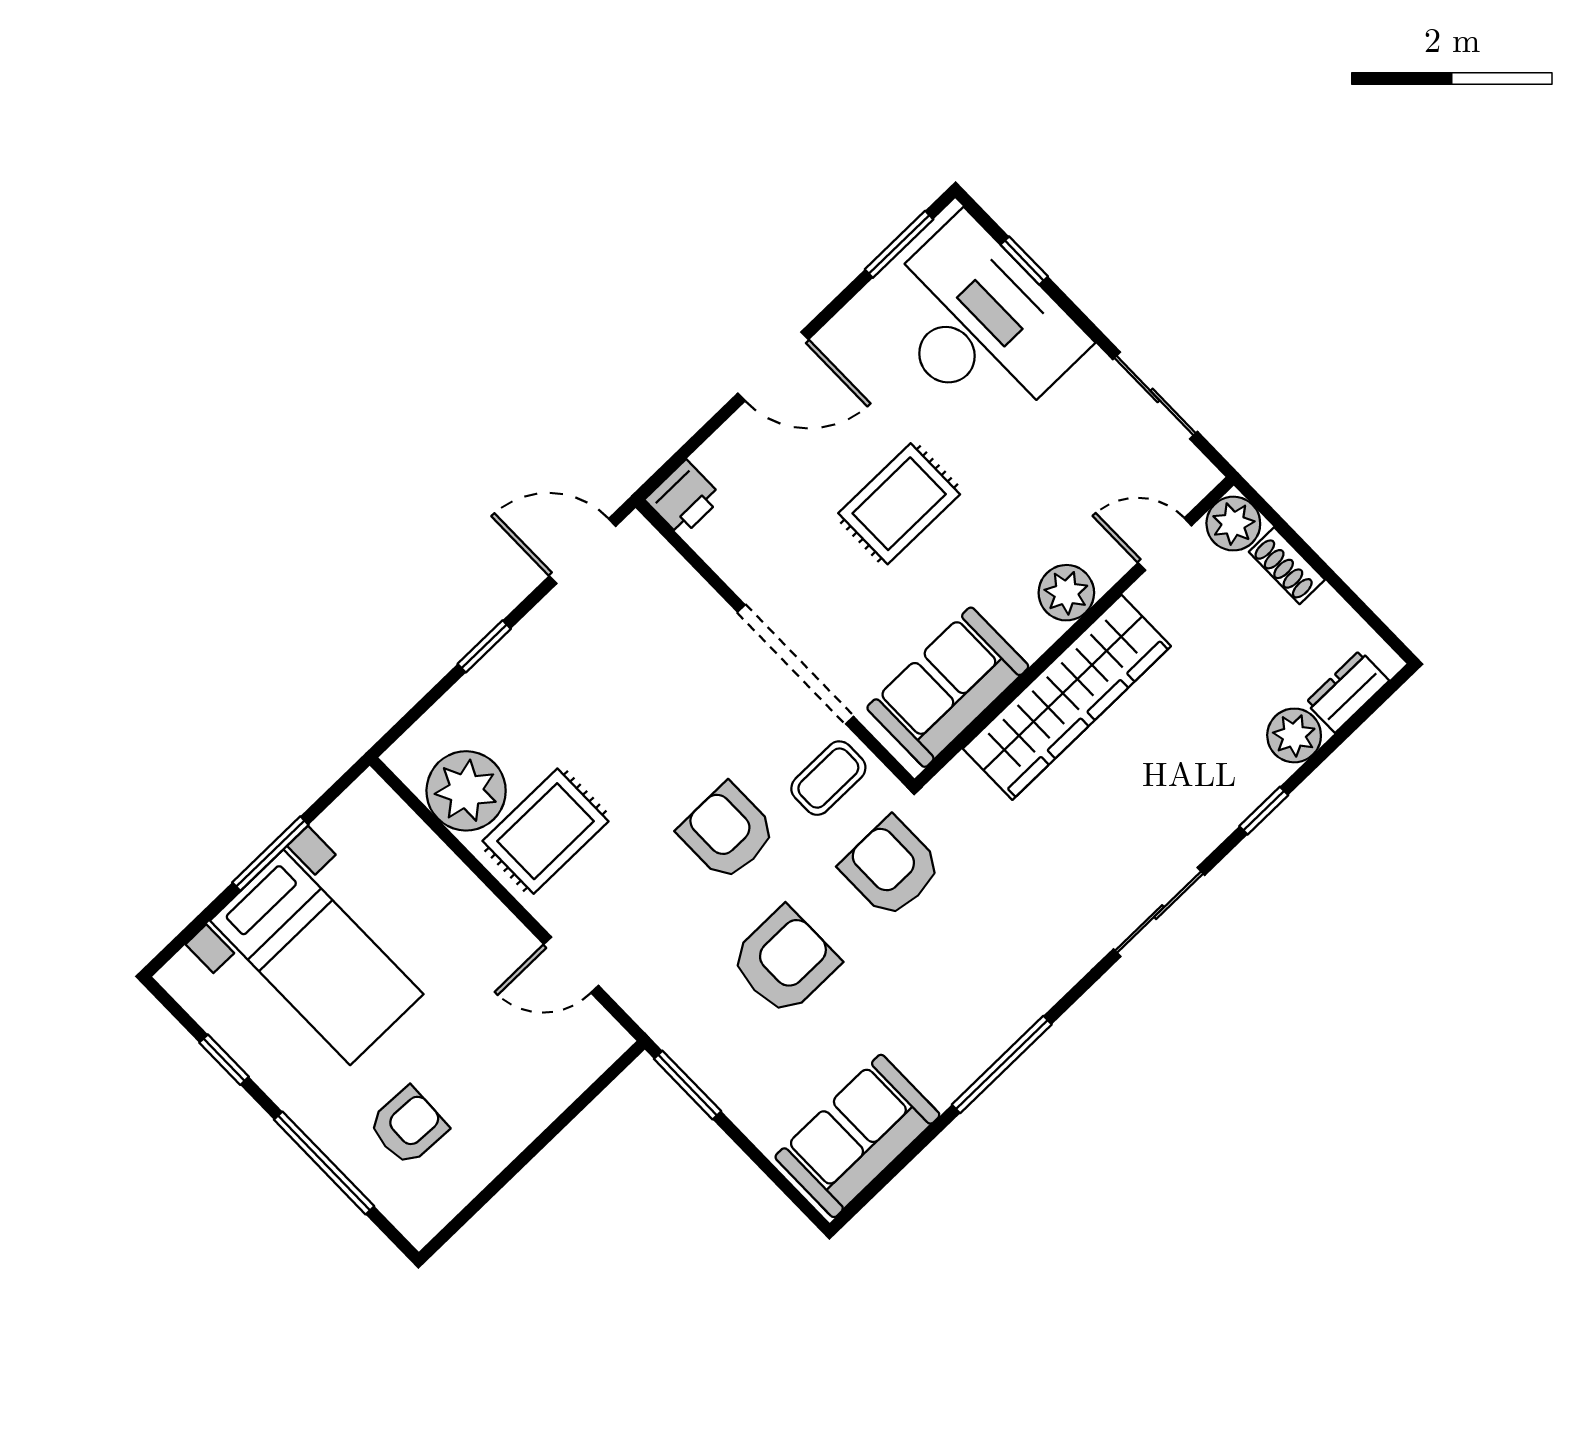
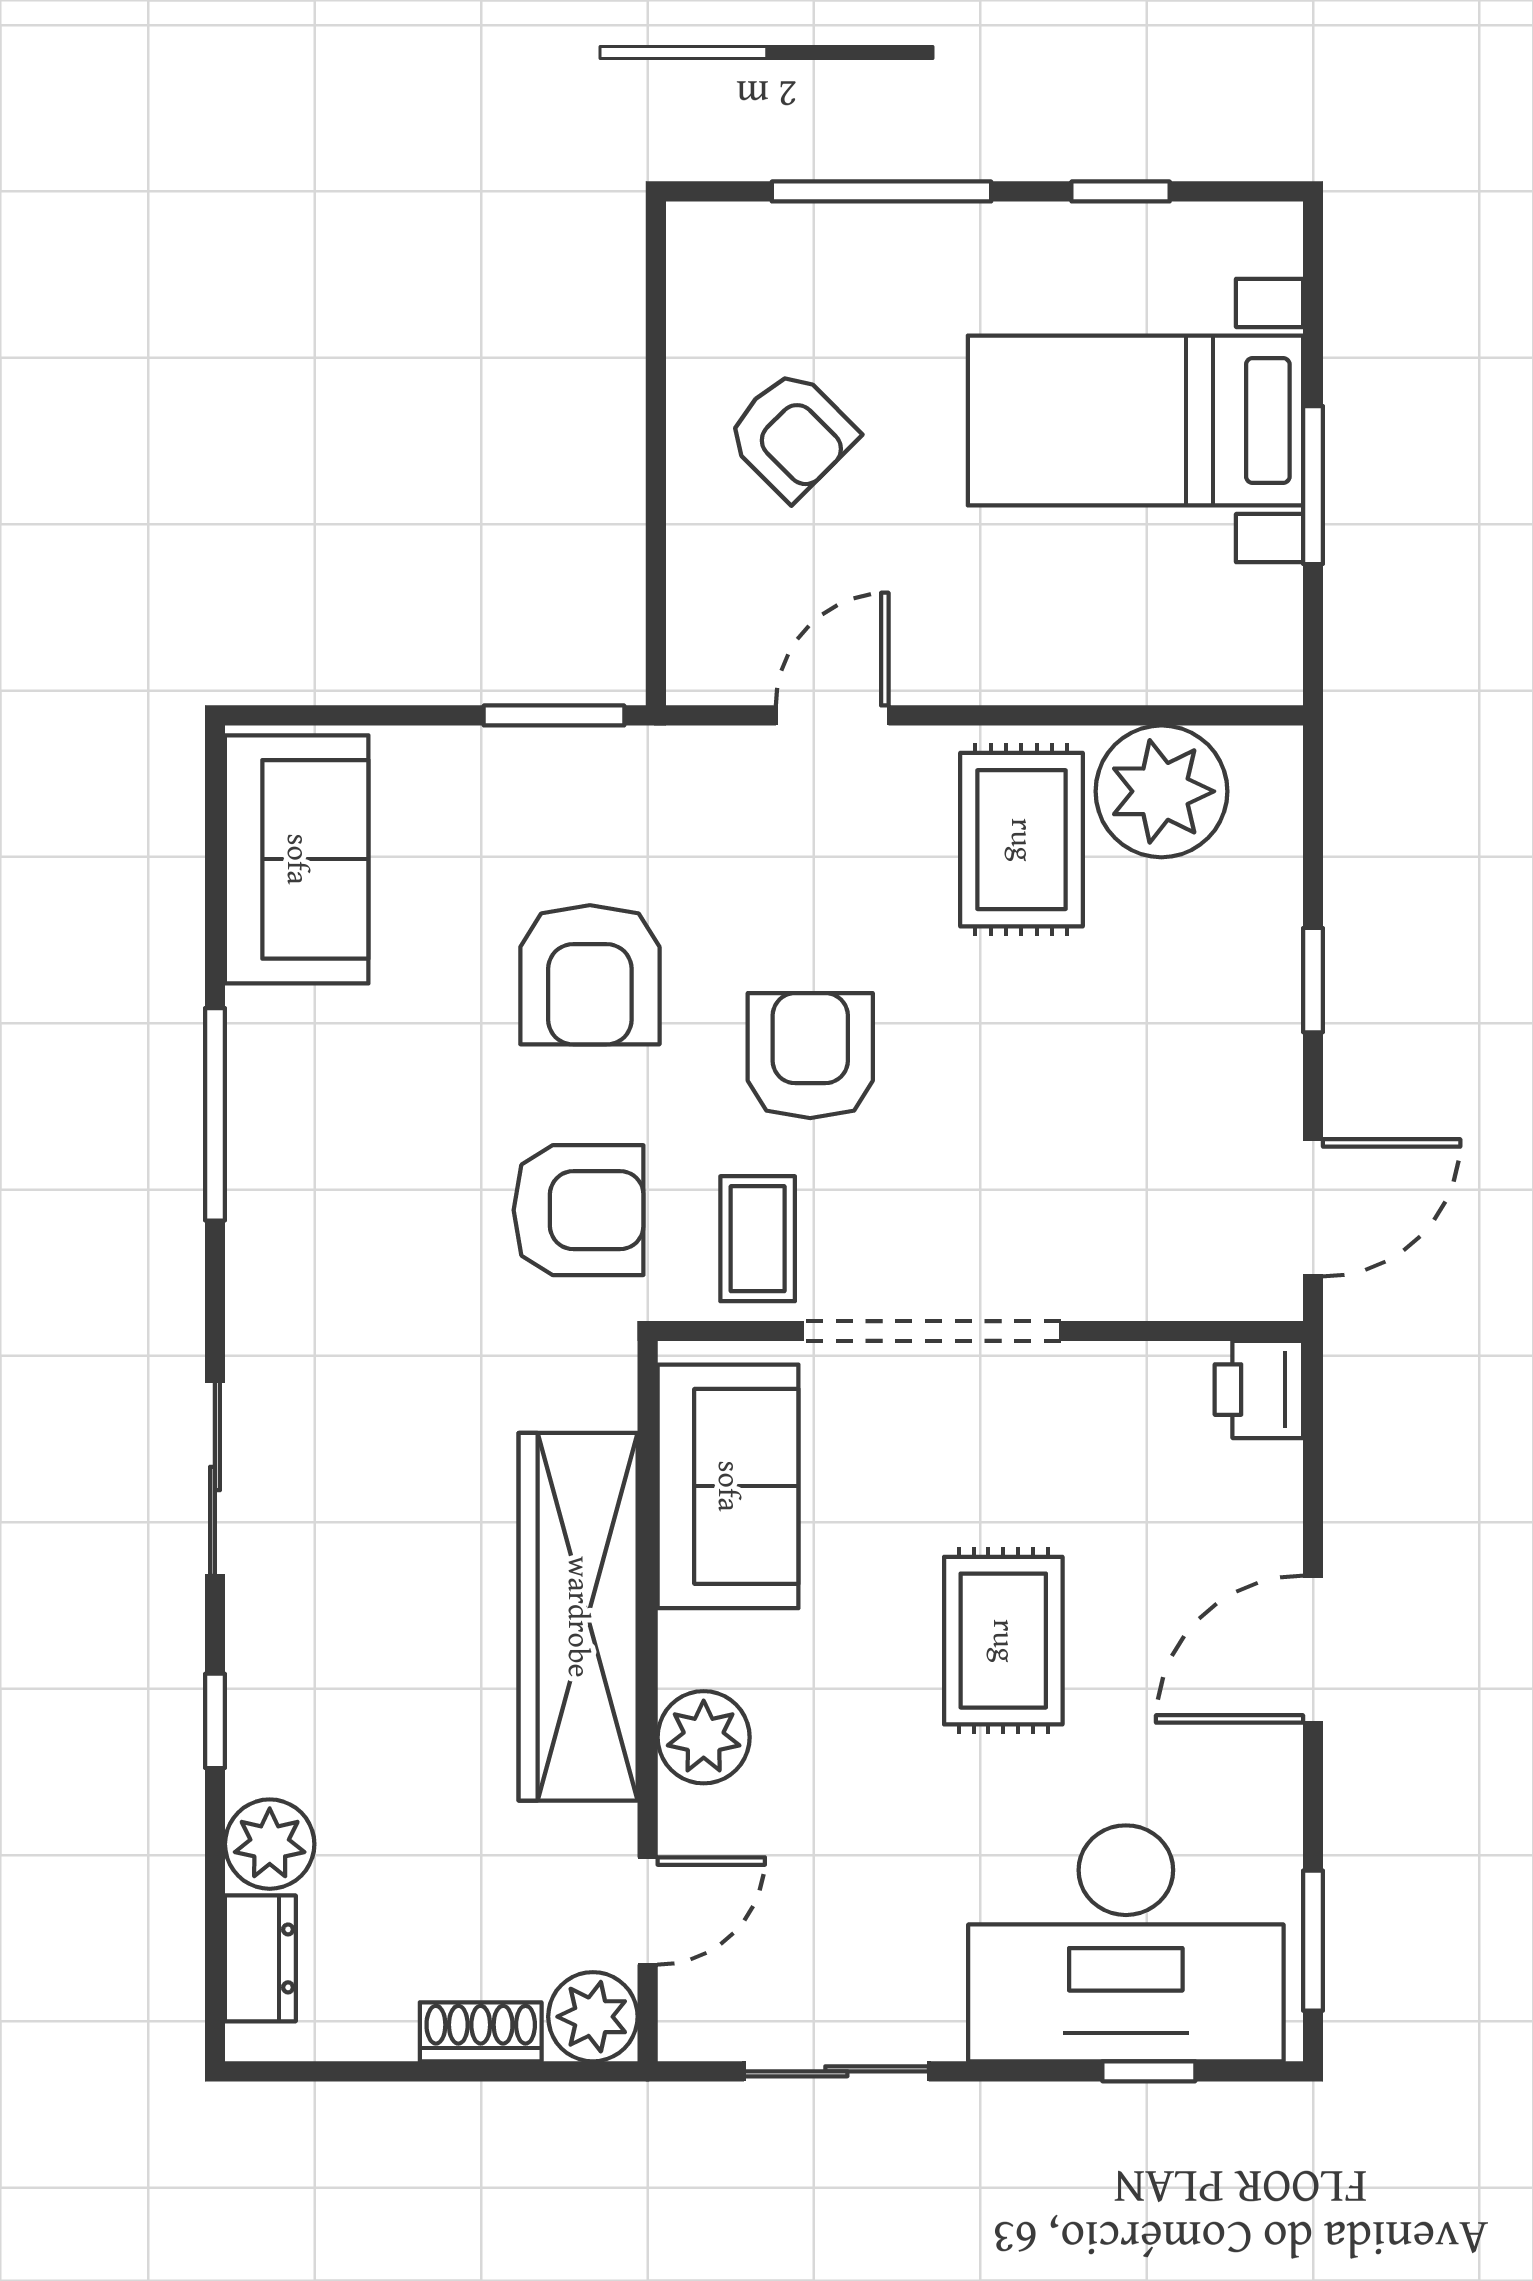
armchair: (727, 832) -> (810, 1056), turned -90
armchair: (408, 1126) -> (791, 435), moved, turned -47

